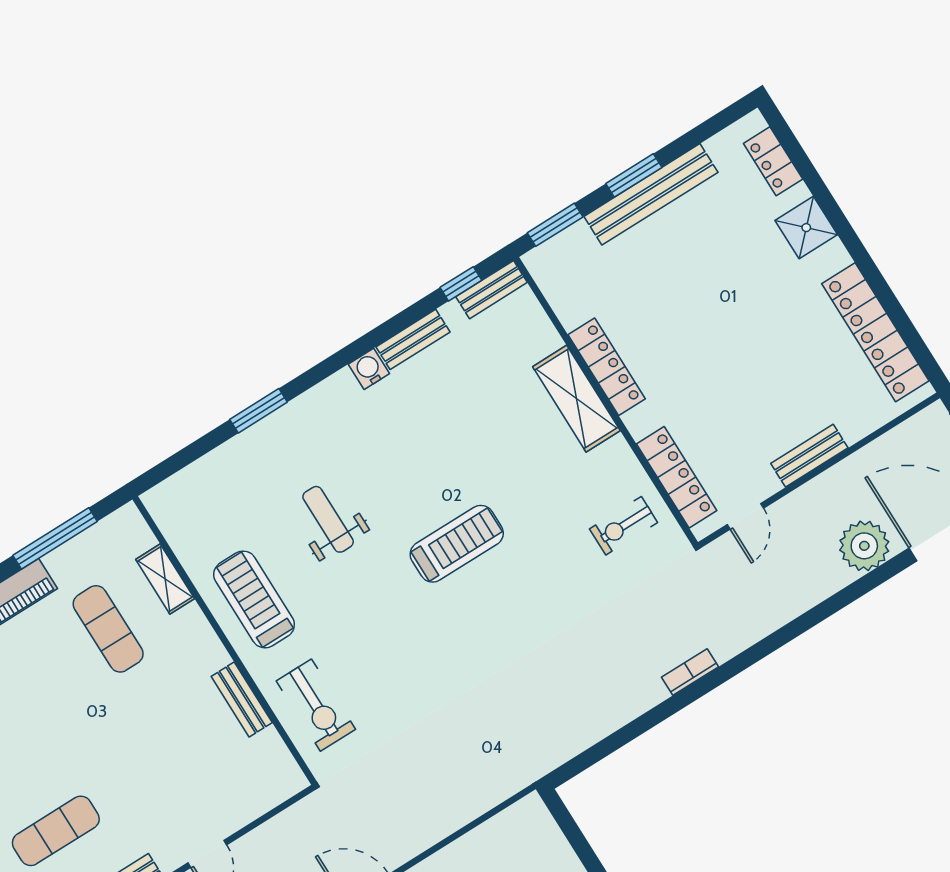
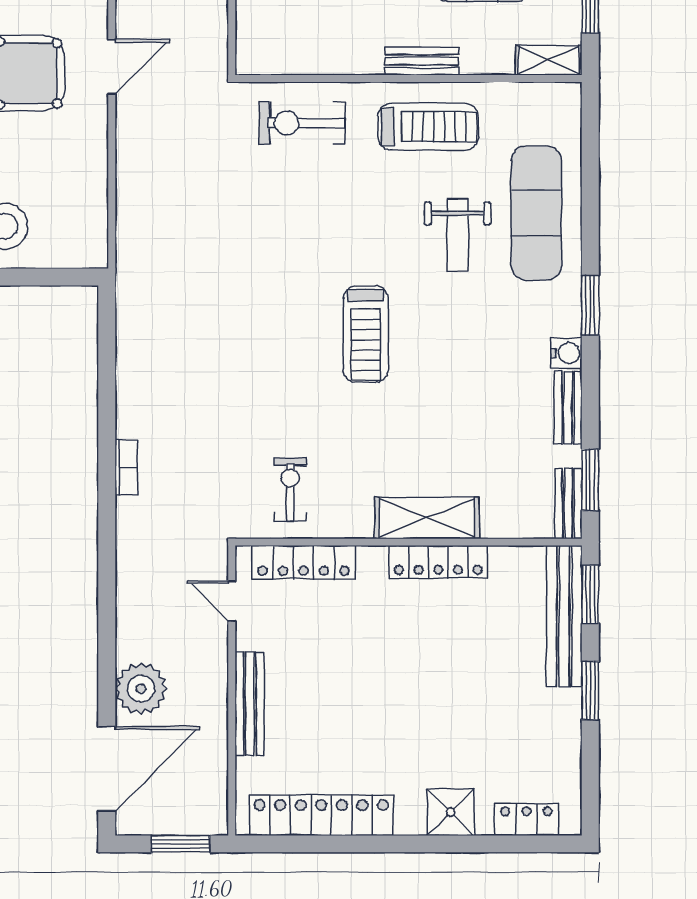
bench: (651, 194) -> (564, 616), moved
window: (461, 284) -> (590, 480), width x1.50
window: (259, 411) -> (590, 305), moved
bench: (809, 456) -> (250, 704), width x1.36
exercise mat: (269, 466) -> (536, 213), added
weight bench: (328, 519) -> (458, 235), turned 90
shelving: (165, 579) -> (549, 60), moved
bench: (242, 700) -> (422, 61), moved

